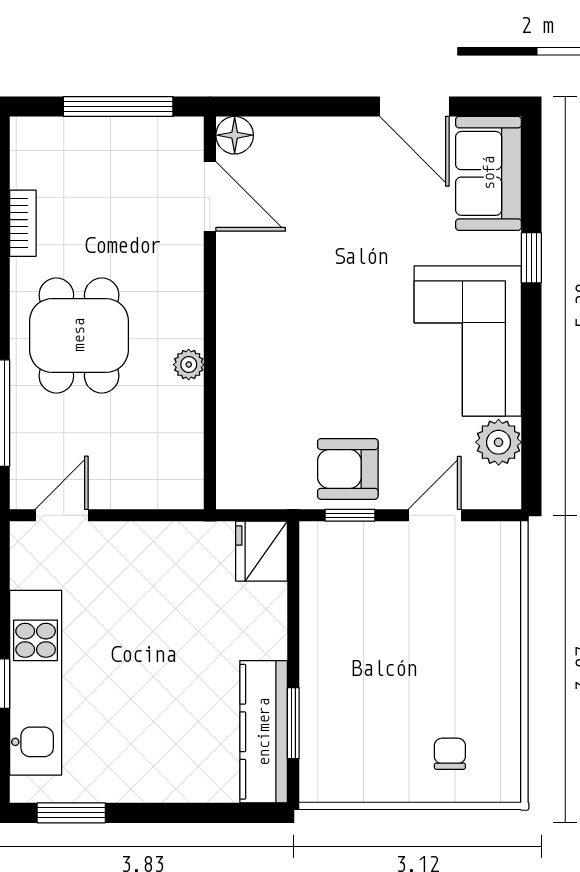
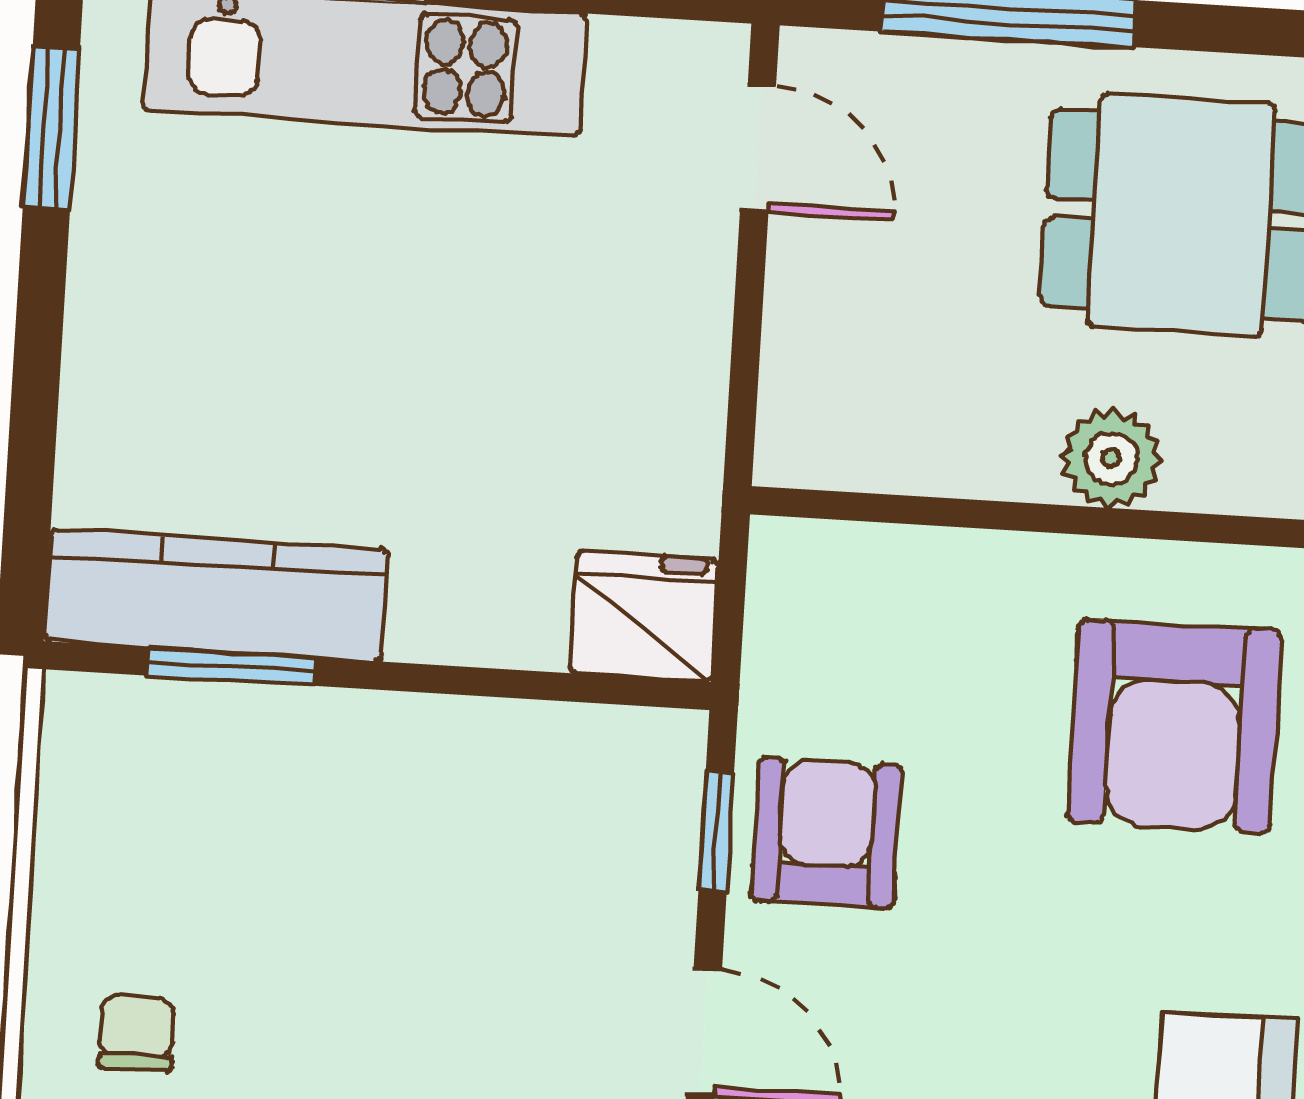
armchair: (294, 325) -> (1174, 726), added
plant: (189, 365) -> (1111, 458), width x1.38, depth x1.38
chair: (450, 754) -> (137, 1033), turned -90

